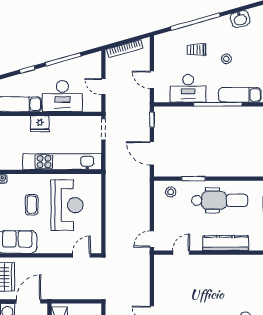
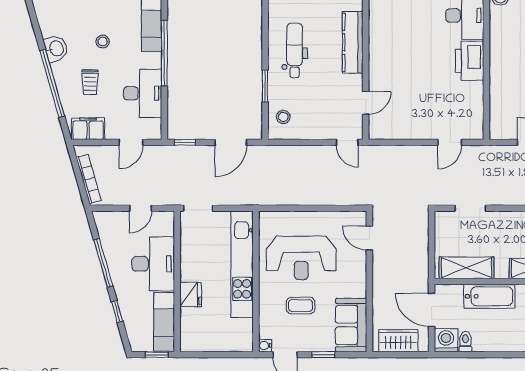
washbasin: (240, 19) -> (56, 49), moved
filing cabinet: (162, 48) -> (88, 129), added
dental chair: (220, 200) -> (295, 50), width x0.73, depth x0.72
reception desk: (67, 205) -> (301, 258), turned 180
door: (181, 253) -> (366, 103), swing flipped

